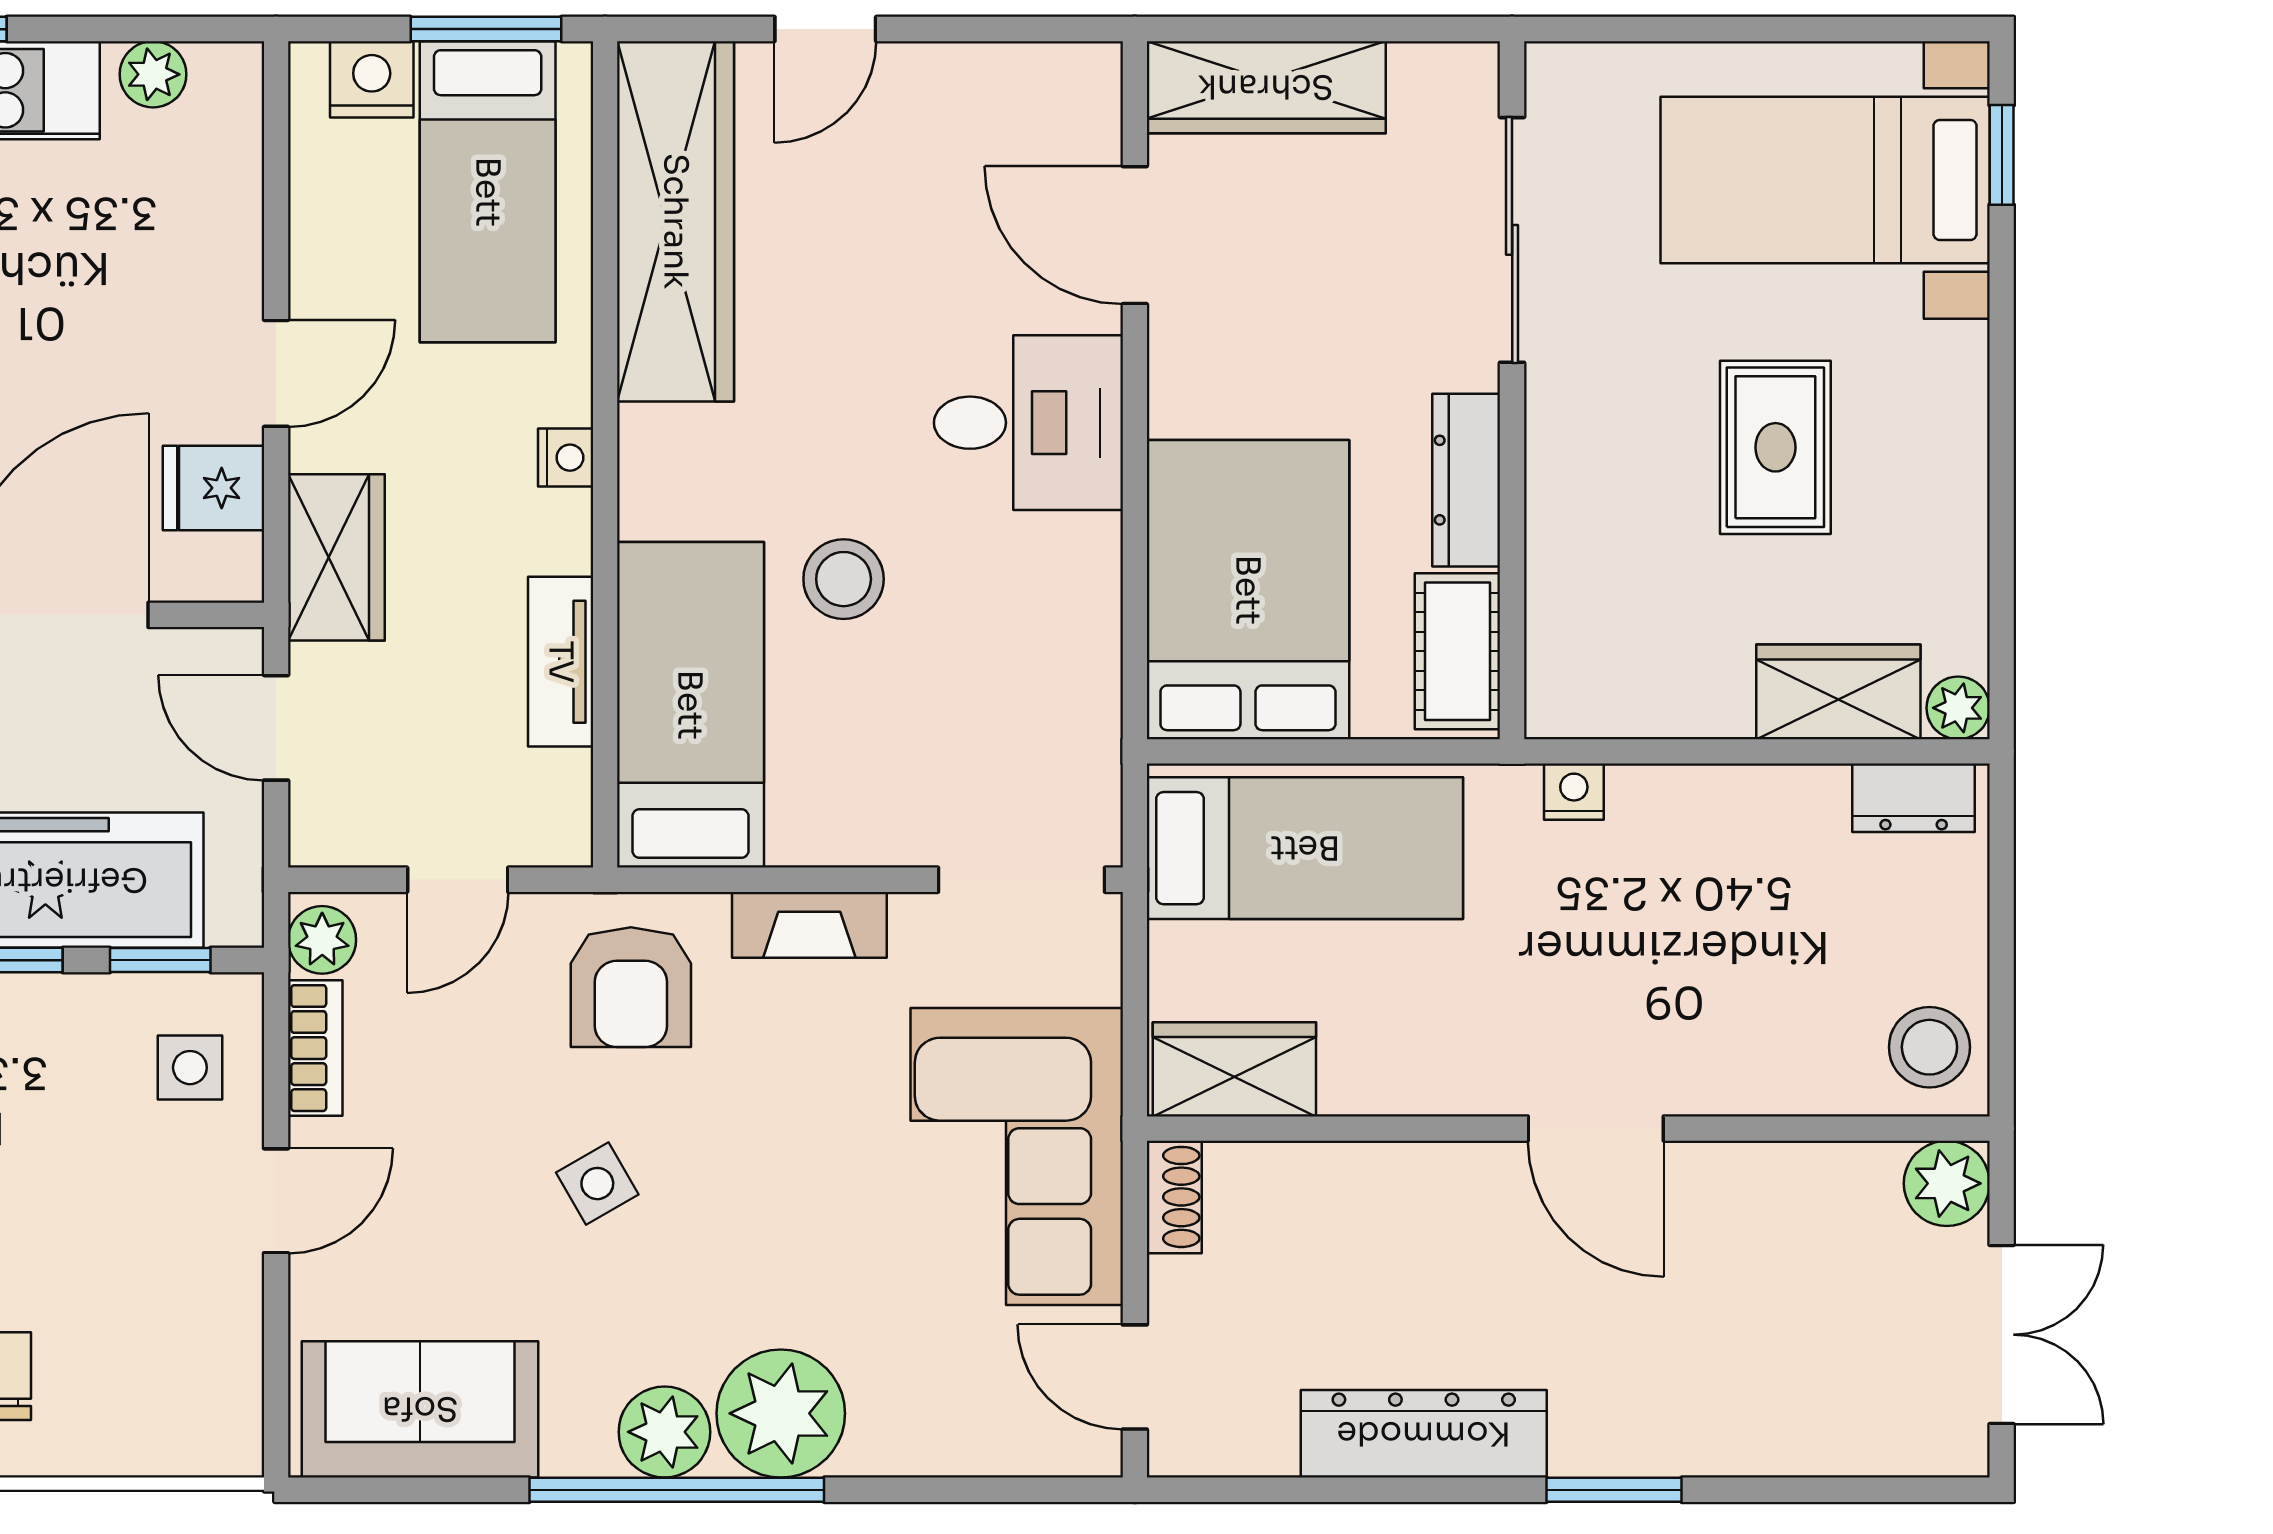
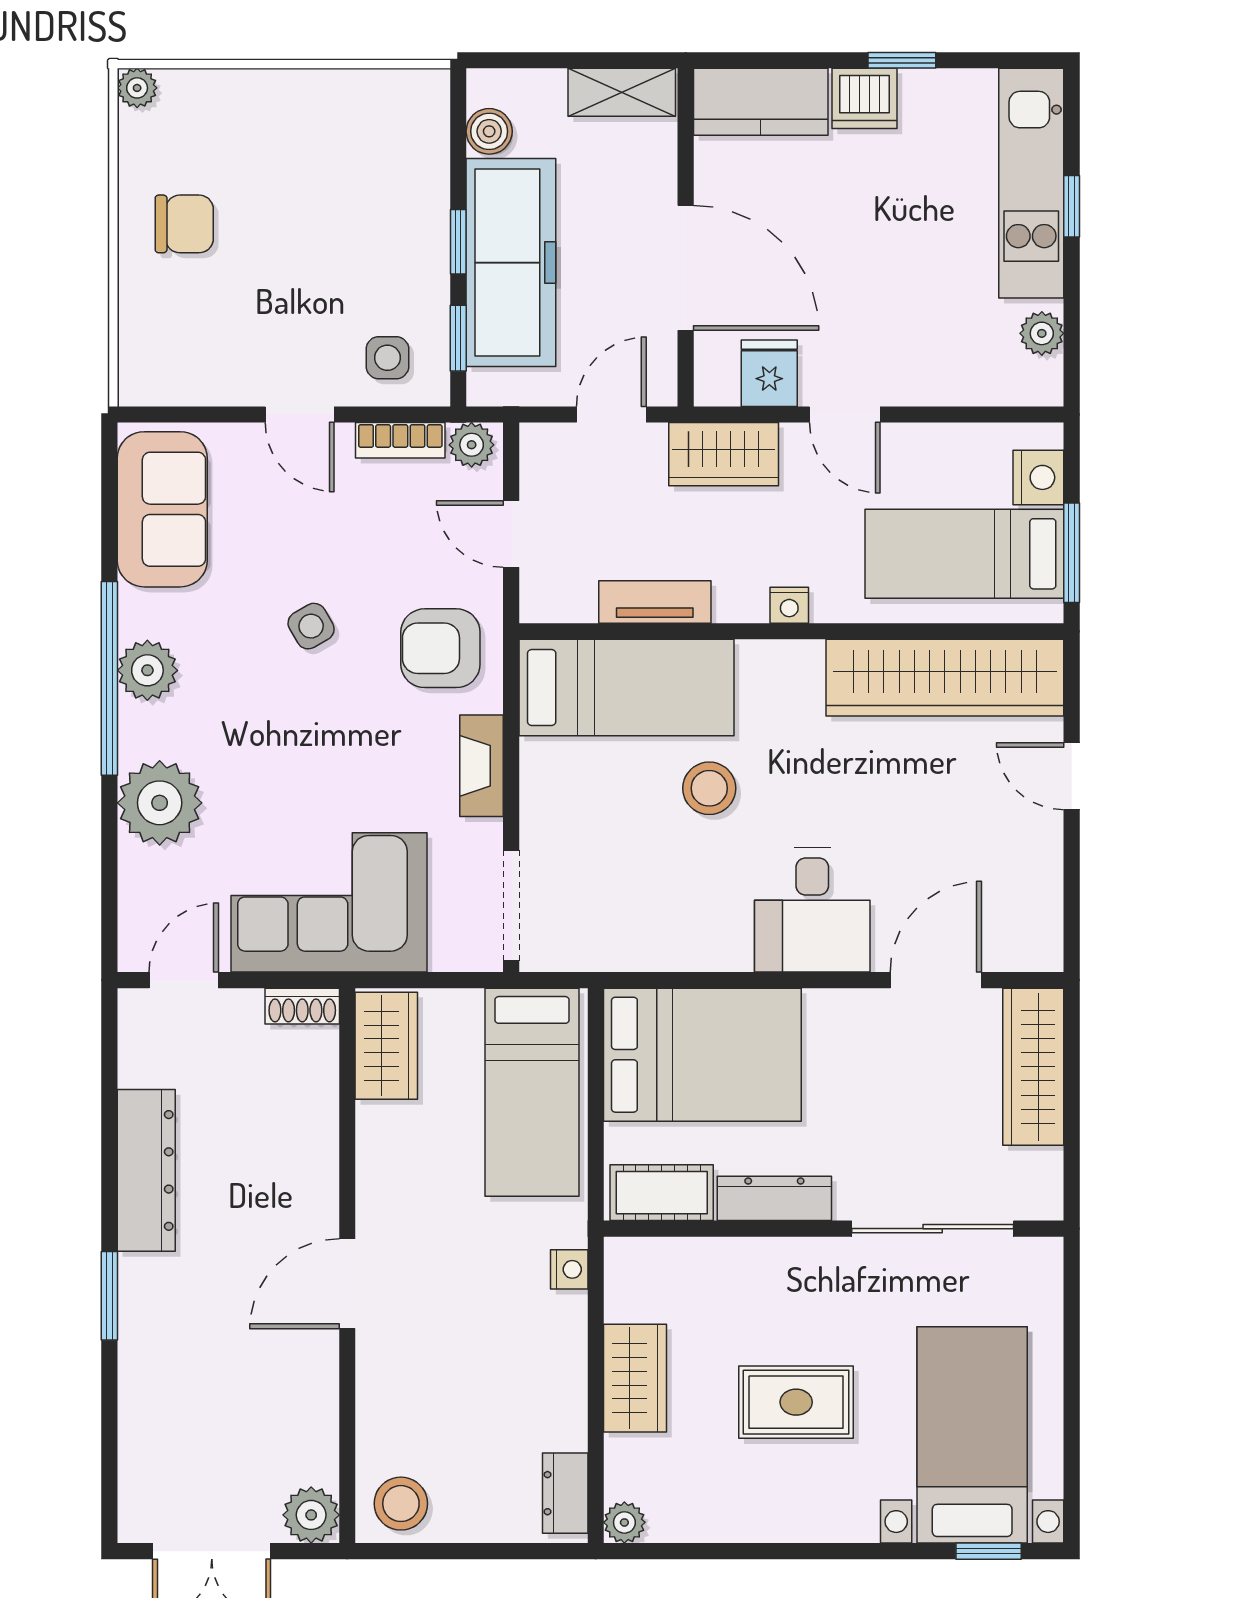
wardrobe: (1838, 692) -> (635, 1378), moved
plant: (781, 1413) -> (160, 803), moved

